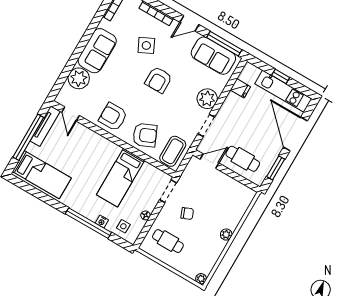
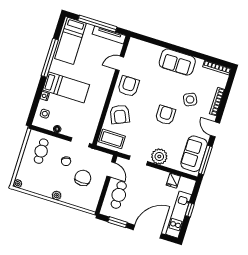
plant: (79, 78) -> (152, 53), removed
armchair: (159, 80) -> (165, 115), turned 90
door: (71, 114) -> (120, 63), moved
bed: (121, 178) -> (66, 87), moved, turned 180
chair: (212, 198) -> (83, 178), added
window: (88, 223) -> (50, 58), moved

